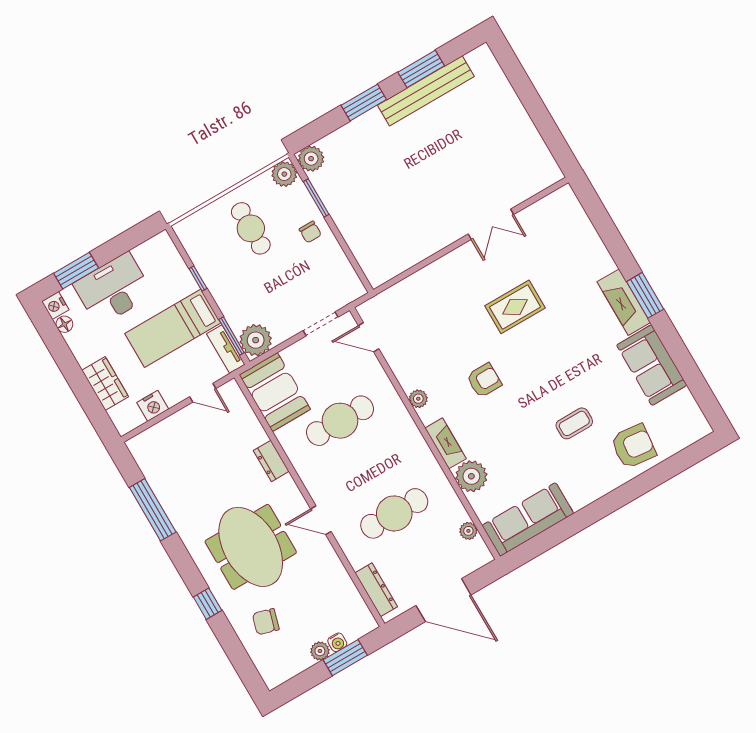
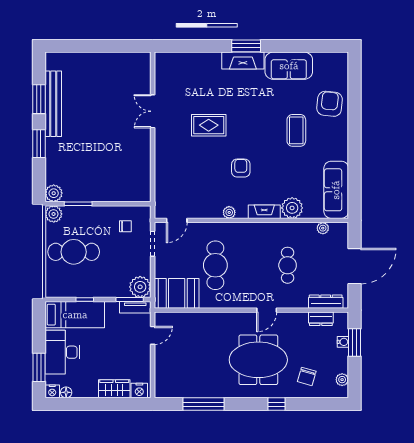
double door: (491, 224) -> (153, 111), swing flipped
cafe table: (251, 228) -> (74, 252), width x1.37, depth x1.35
chair: (310, 232) -> (125, 226), moved
rug: (515, 307) -> (209, 125), turned 90
bed: (173, 328) -> (75, 315), moved, turned -90
nightstand: (153, 406) -> (139, 390), moved, turned 90
coffee table: (574, 423) -> (296, 130), width x1.36, depth x1.30
dresser: (271, 461) -> (321, 319), moved
cafe table: (394, 513) -> (288, 265), width x0.73, depth x0.74
plant: (320, 651) -> (342, 380), moved

